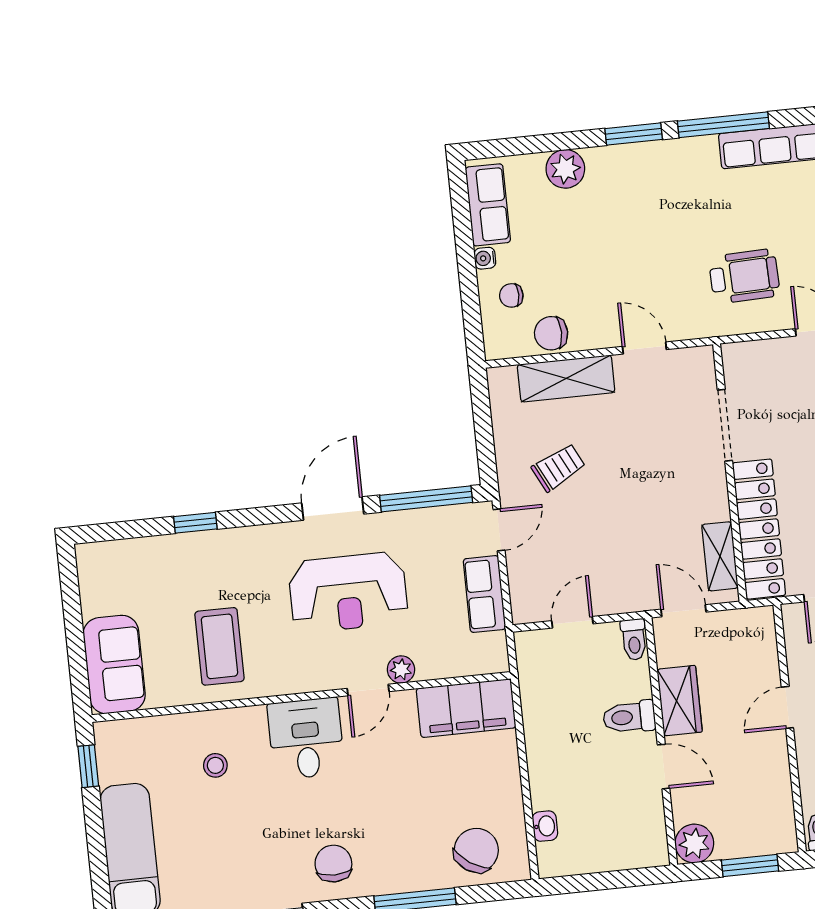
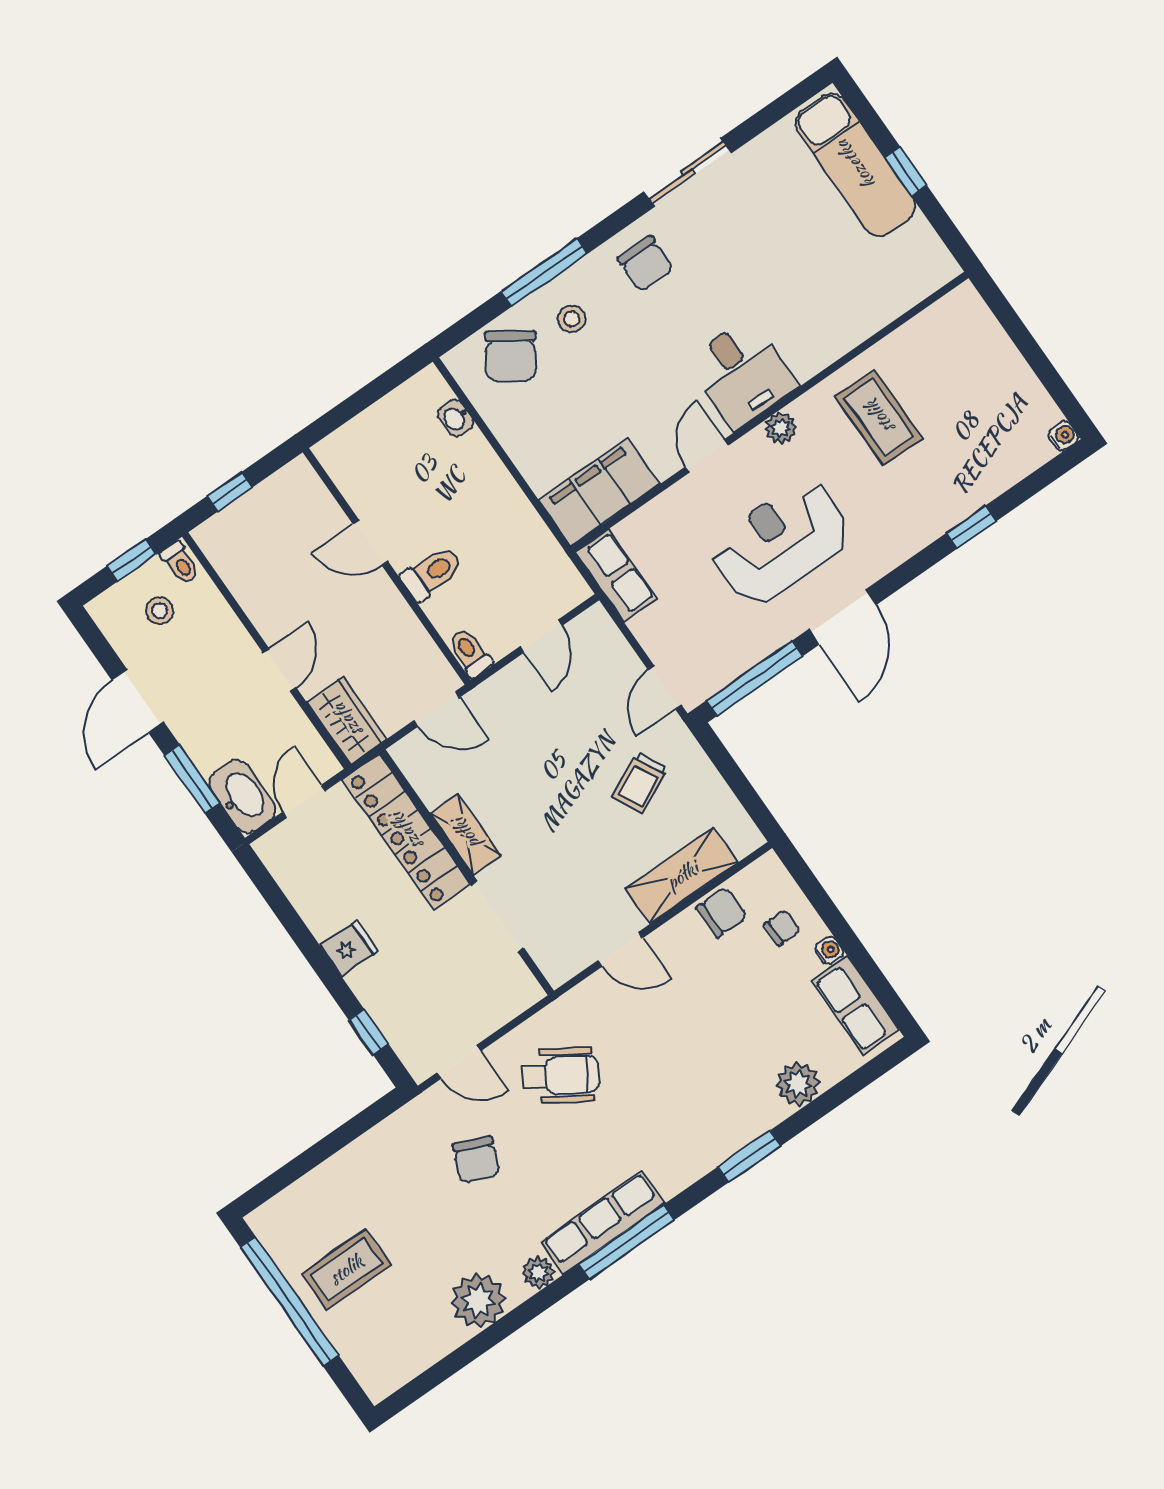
window: (723, 125) -> (626, 1242), moved
wheelchair: (744, 276) -> (561, 1076), turned -146
water cooler: (86, 554) -> (1063, 436), added
shelving: (720, 556) -> (466, 834), moved
row of seats: (484, 594) -> (616, 576), moved
sofa: (114, 664) -> (974, 341), removed
plant: (401, 670) -> (781, 428), moved
wardrobe: (680, 701) -> (347, 721), moved, turned 180
stool: (215, 765) -> (572, 319), moved
window: (88, 766) -> (906, 171), moved
plant: (694, 844) -> (297, 483), removed
window: (750, 866) -> (230, 492), width x0.67

